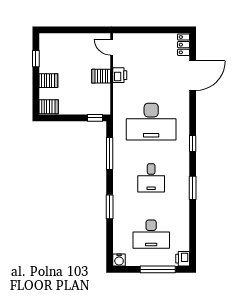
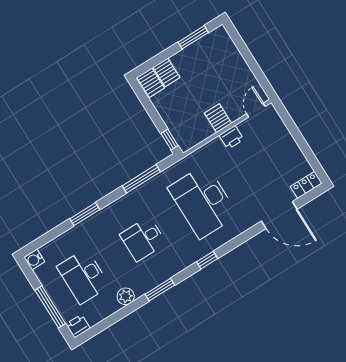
window: (36, 59) -> (193, 37), width x1.50
server rack: (48, 81) -> (166, 72), moved
plant: (183, 214) -> (126, 296), added

